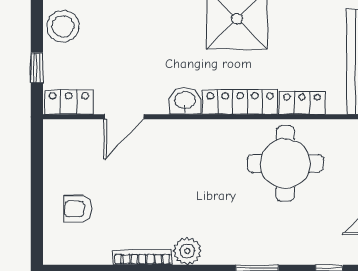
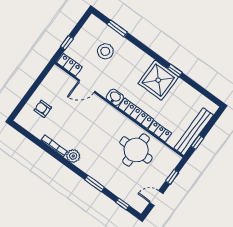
stool: (63, 26) -> (105, 51), moved

